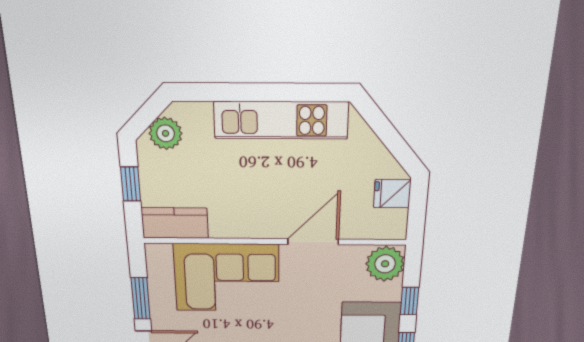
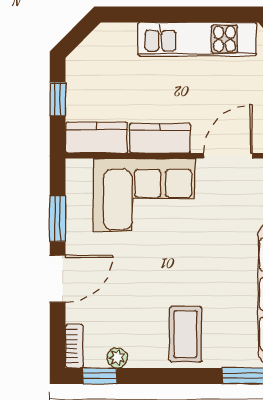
plant: (166, 133) -> (93, 51), removed
kitchen counter: (242, 224) -> (160, 138), added

